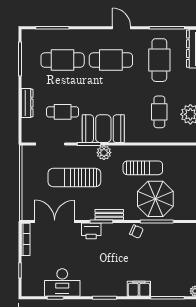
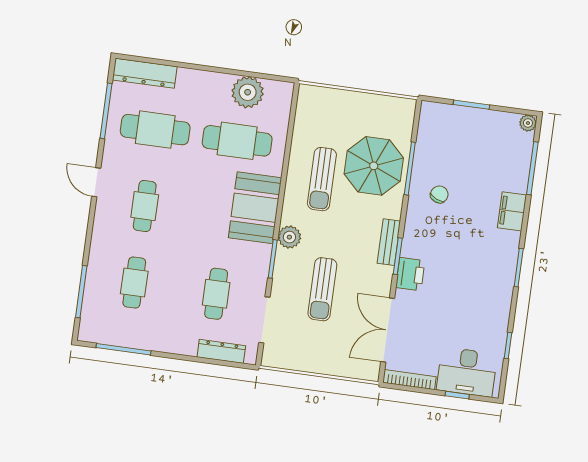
door: (122, 28) -> (96, 182), hinge flipped
cafe table: (63, 60) -> (134, 283), width x0.73, depth x0.74
cafe table: (111, 60) -> (145, 206), width x0.73, depth x0.74
dresser: (27, 103) -> (221, 351), moved
cafe table: (159, 112) -> (237, 141), width x1.37, depth x1.35
booth: (103, 129) -> (255, 208), moved
sun lounger: (143, 168) -> (322, 179), turned 180
sun lounger: (74, 178) -> (322, 289), width x0.73, depth x0.75
chair: (136, 232) -> (439, 194), moved
desk: (62, 283) -> (467, 372), moved, turned 90

